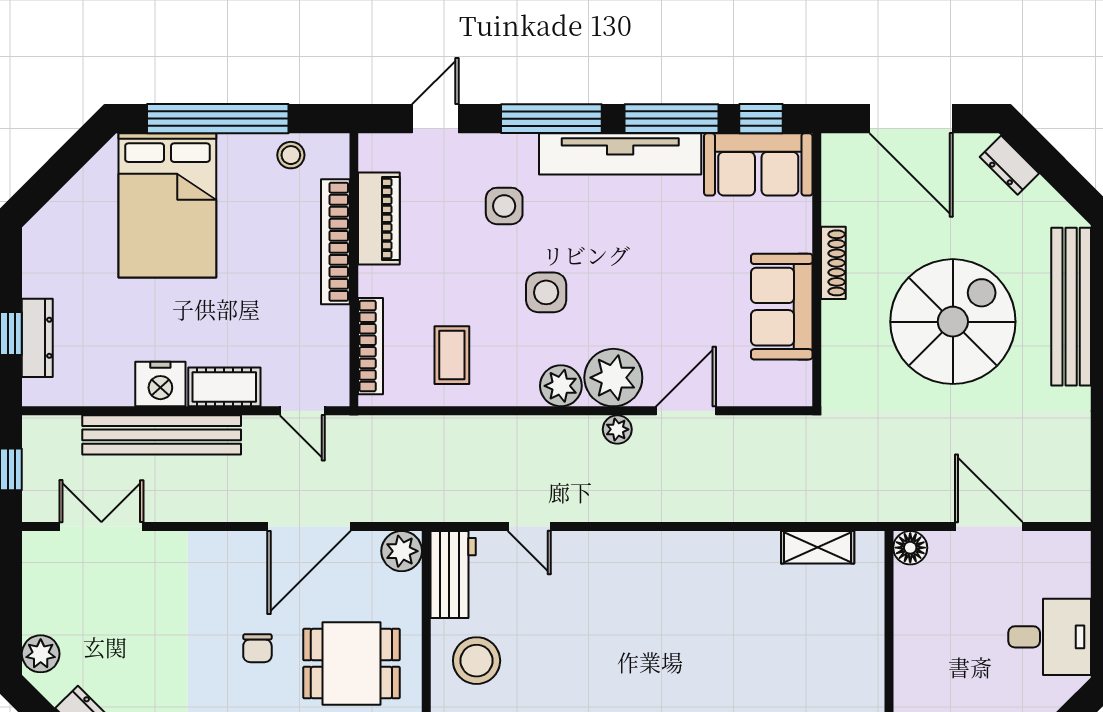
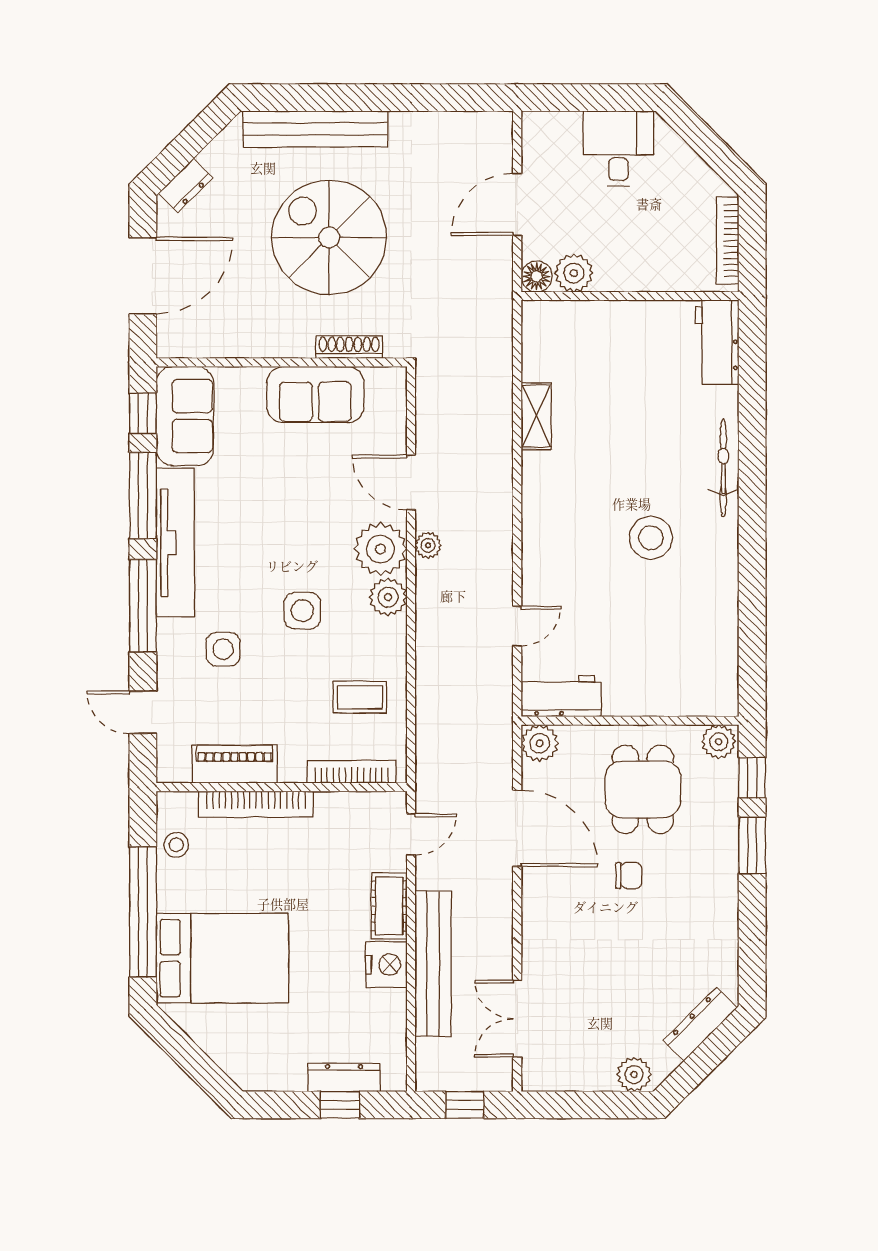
shoe rack: (833, 263) -> (349, 347), moved
shelving: (818, 547) -> (536, 416), moved
plant: (914, 588) -> (574, 273), added
stool: (477, 661) -> (651, 538), moved

